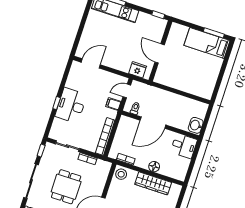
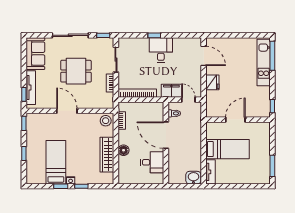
bed: (207, 43) -> (227, 149), moved, turned 90
fridge: (138, 70) -> (212, 82), moved
tv unit: (201, 92) -> (210, 172), added
filing cabinet: (113, 104) -> (171, 91), width x2.00
desk: (71, 105) -> (161, 50), width x0.73
washbasin: (196, 125) -> (193, 178), moved
desk: (184, 146) -> (152, 162), moved, turned -90

